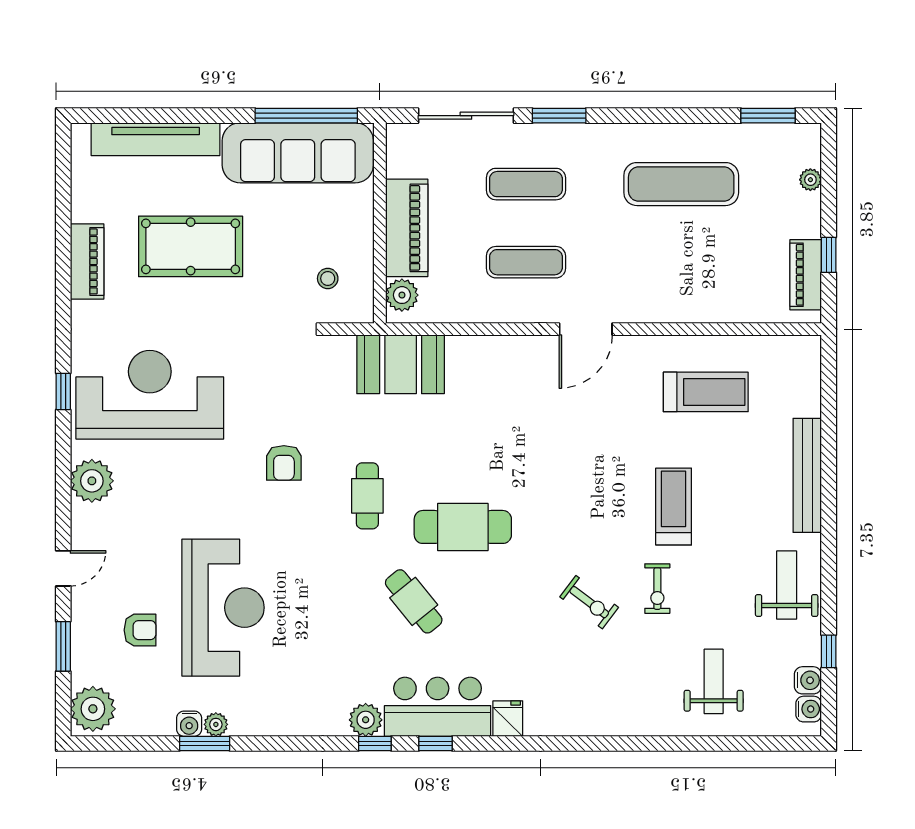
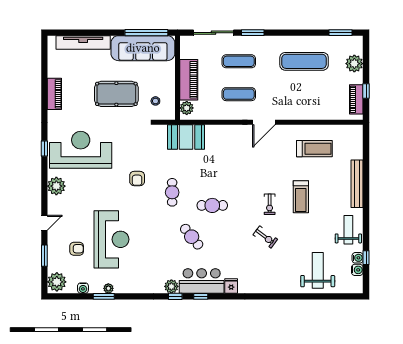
plant: (810, 180) -> (354, 64), width x1.87, depth x1.87
pool table: (191, 246) -> (116, 94), moved
treadmill: (674, 507) -> (301, 197), turned 180
cafe table: (463, 527) -> (212, 205), width x0.73, depth x0.74
exercise bike: (657, 589) -> (270, 204), moved
weight bench: (714, 681) -> (318, 270), width x1.36, depth x1.33
water cooler: (809, 709) -> (358, 258), moved
water cooler: (189, 724) -> (83, 288), moved

